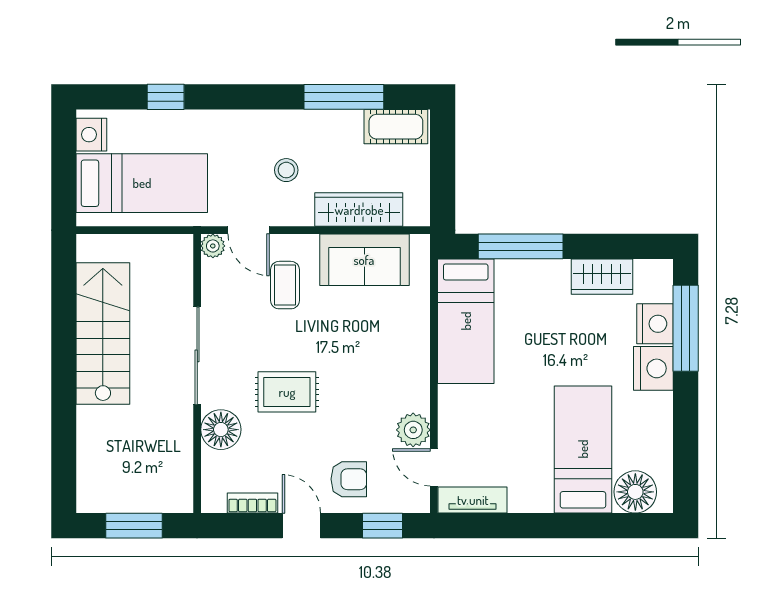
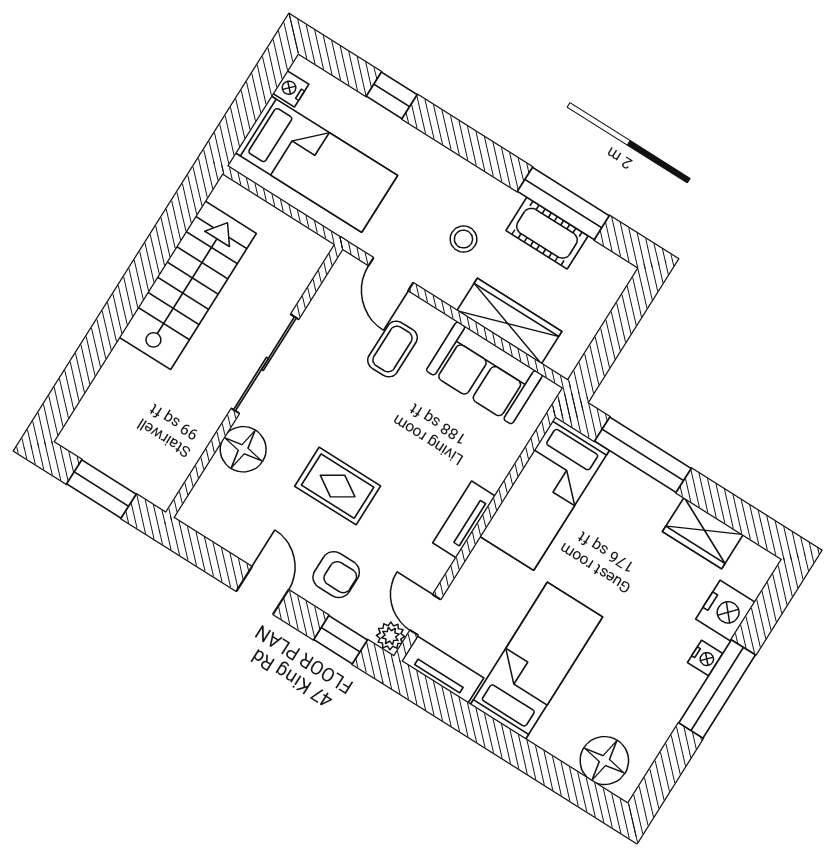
cot: (396, 127) -> (547, 233), moved
nightstand: (91, 135) -> (291, 89), width x0.72, depth x0.74
plant: (213, 246) -> (347, 268), removed
window: (686, 328) -> (717, 689), moved
nightstand: (653, 368) -> (705, 658), width x0.53, depth x0.56
tv unit: (418, 378) -> (464, 519), added
rug: (287, 392) -> (338, 486), moved
plant: (413, 430) -> (390, 636), moved, width x0.73, depth x0.73
bed: (583, 449) -> (536, 661), moved
bookcase: (252, 503) -> (229, 539), removed

